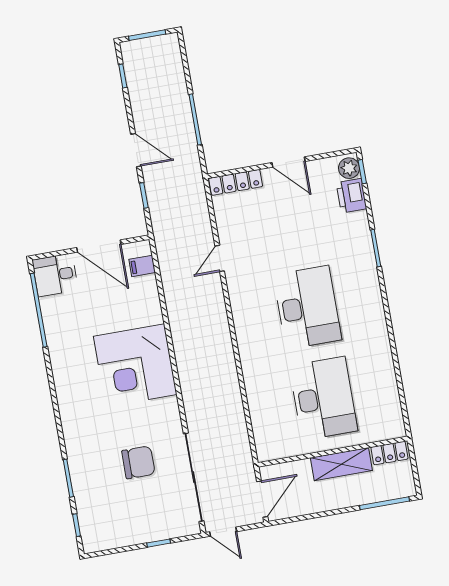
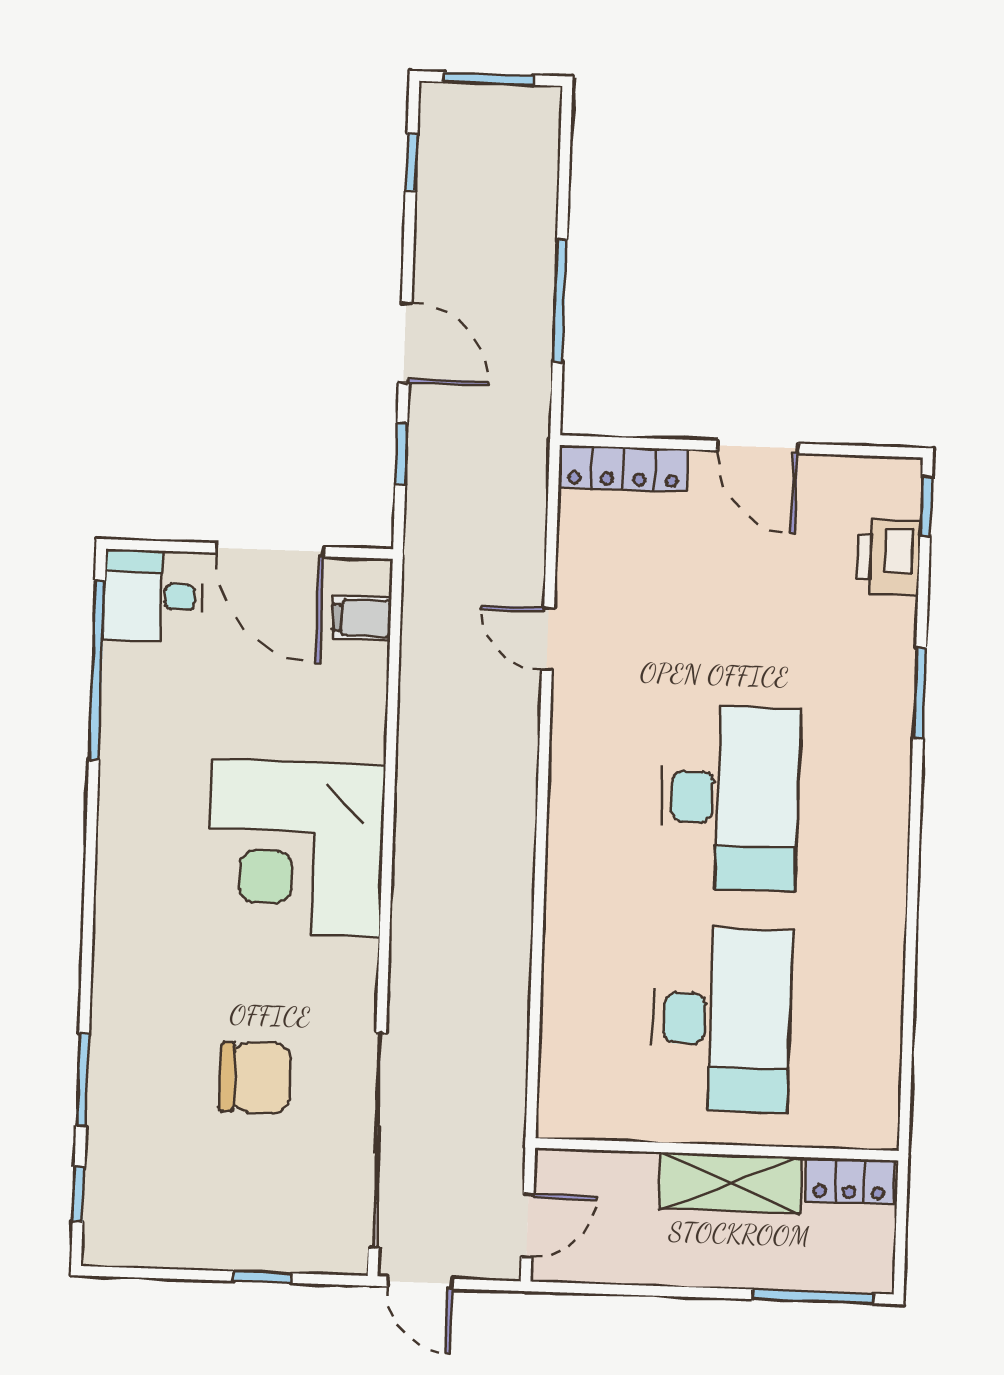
plant: (349, 168) -> (897, 492), removed
door: (220, 258) -> (548, 639), hinge flipped
door: (262, 499) -> (528, 1225), width x0.73

